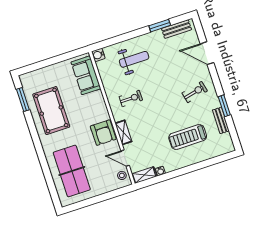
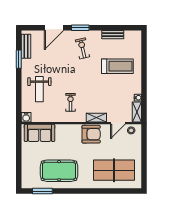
weight bench: (134, 59) -> (39, 89), turned 180
window: (224, 106) -> (80, 28), moved
treadmill: (188, 137) -> (117, 66), turned -90

